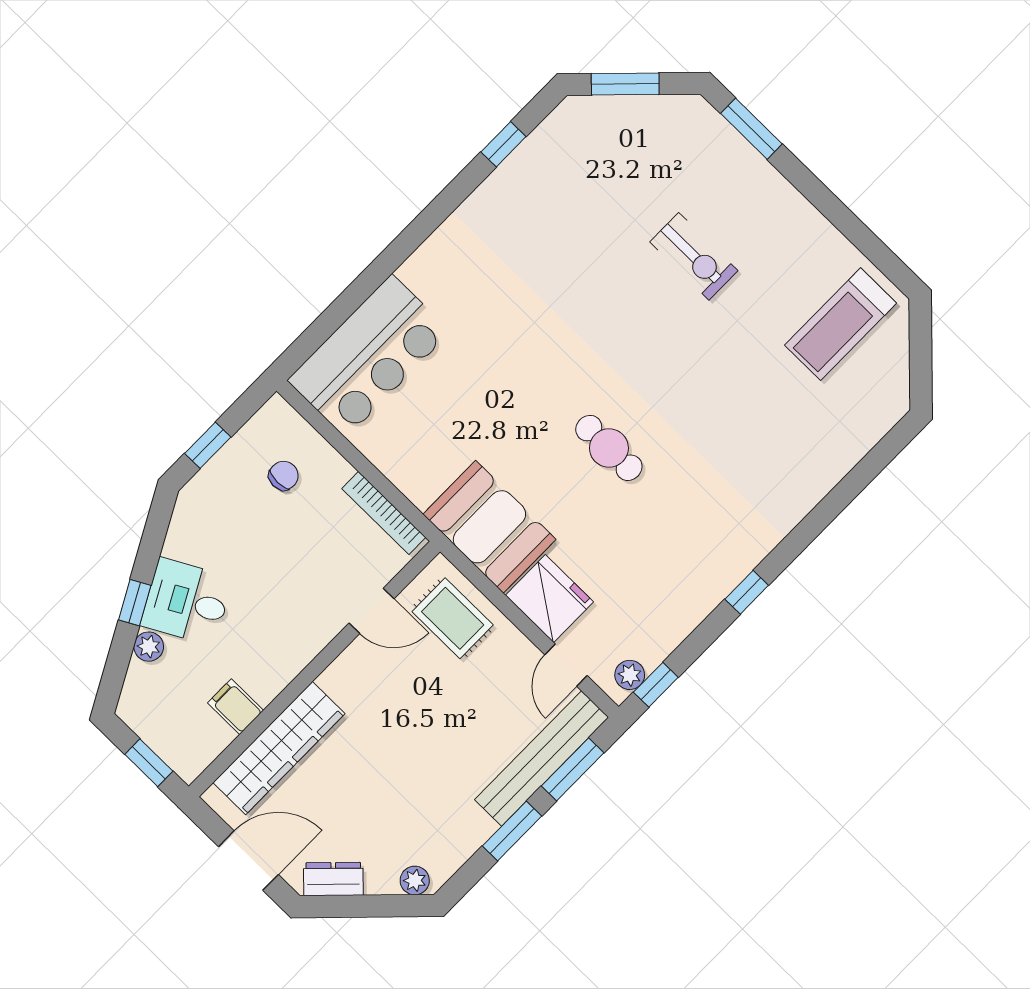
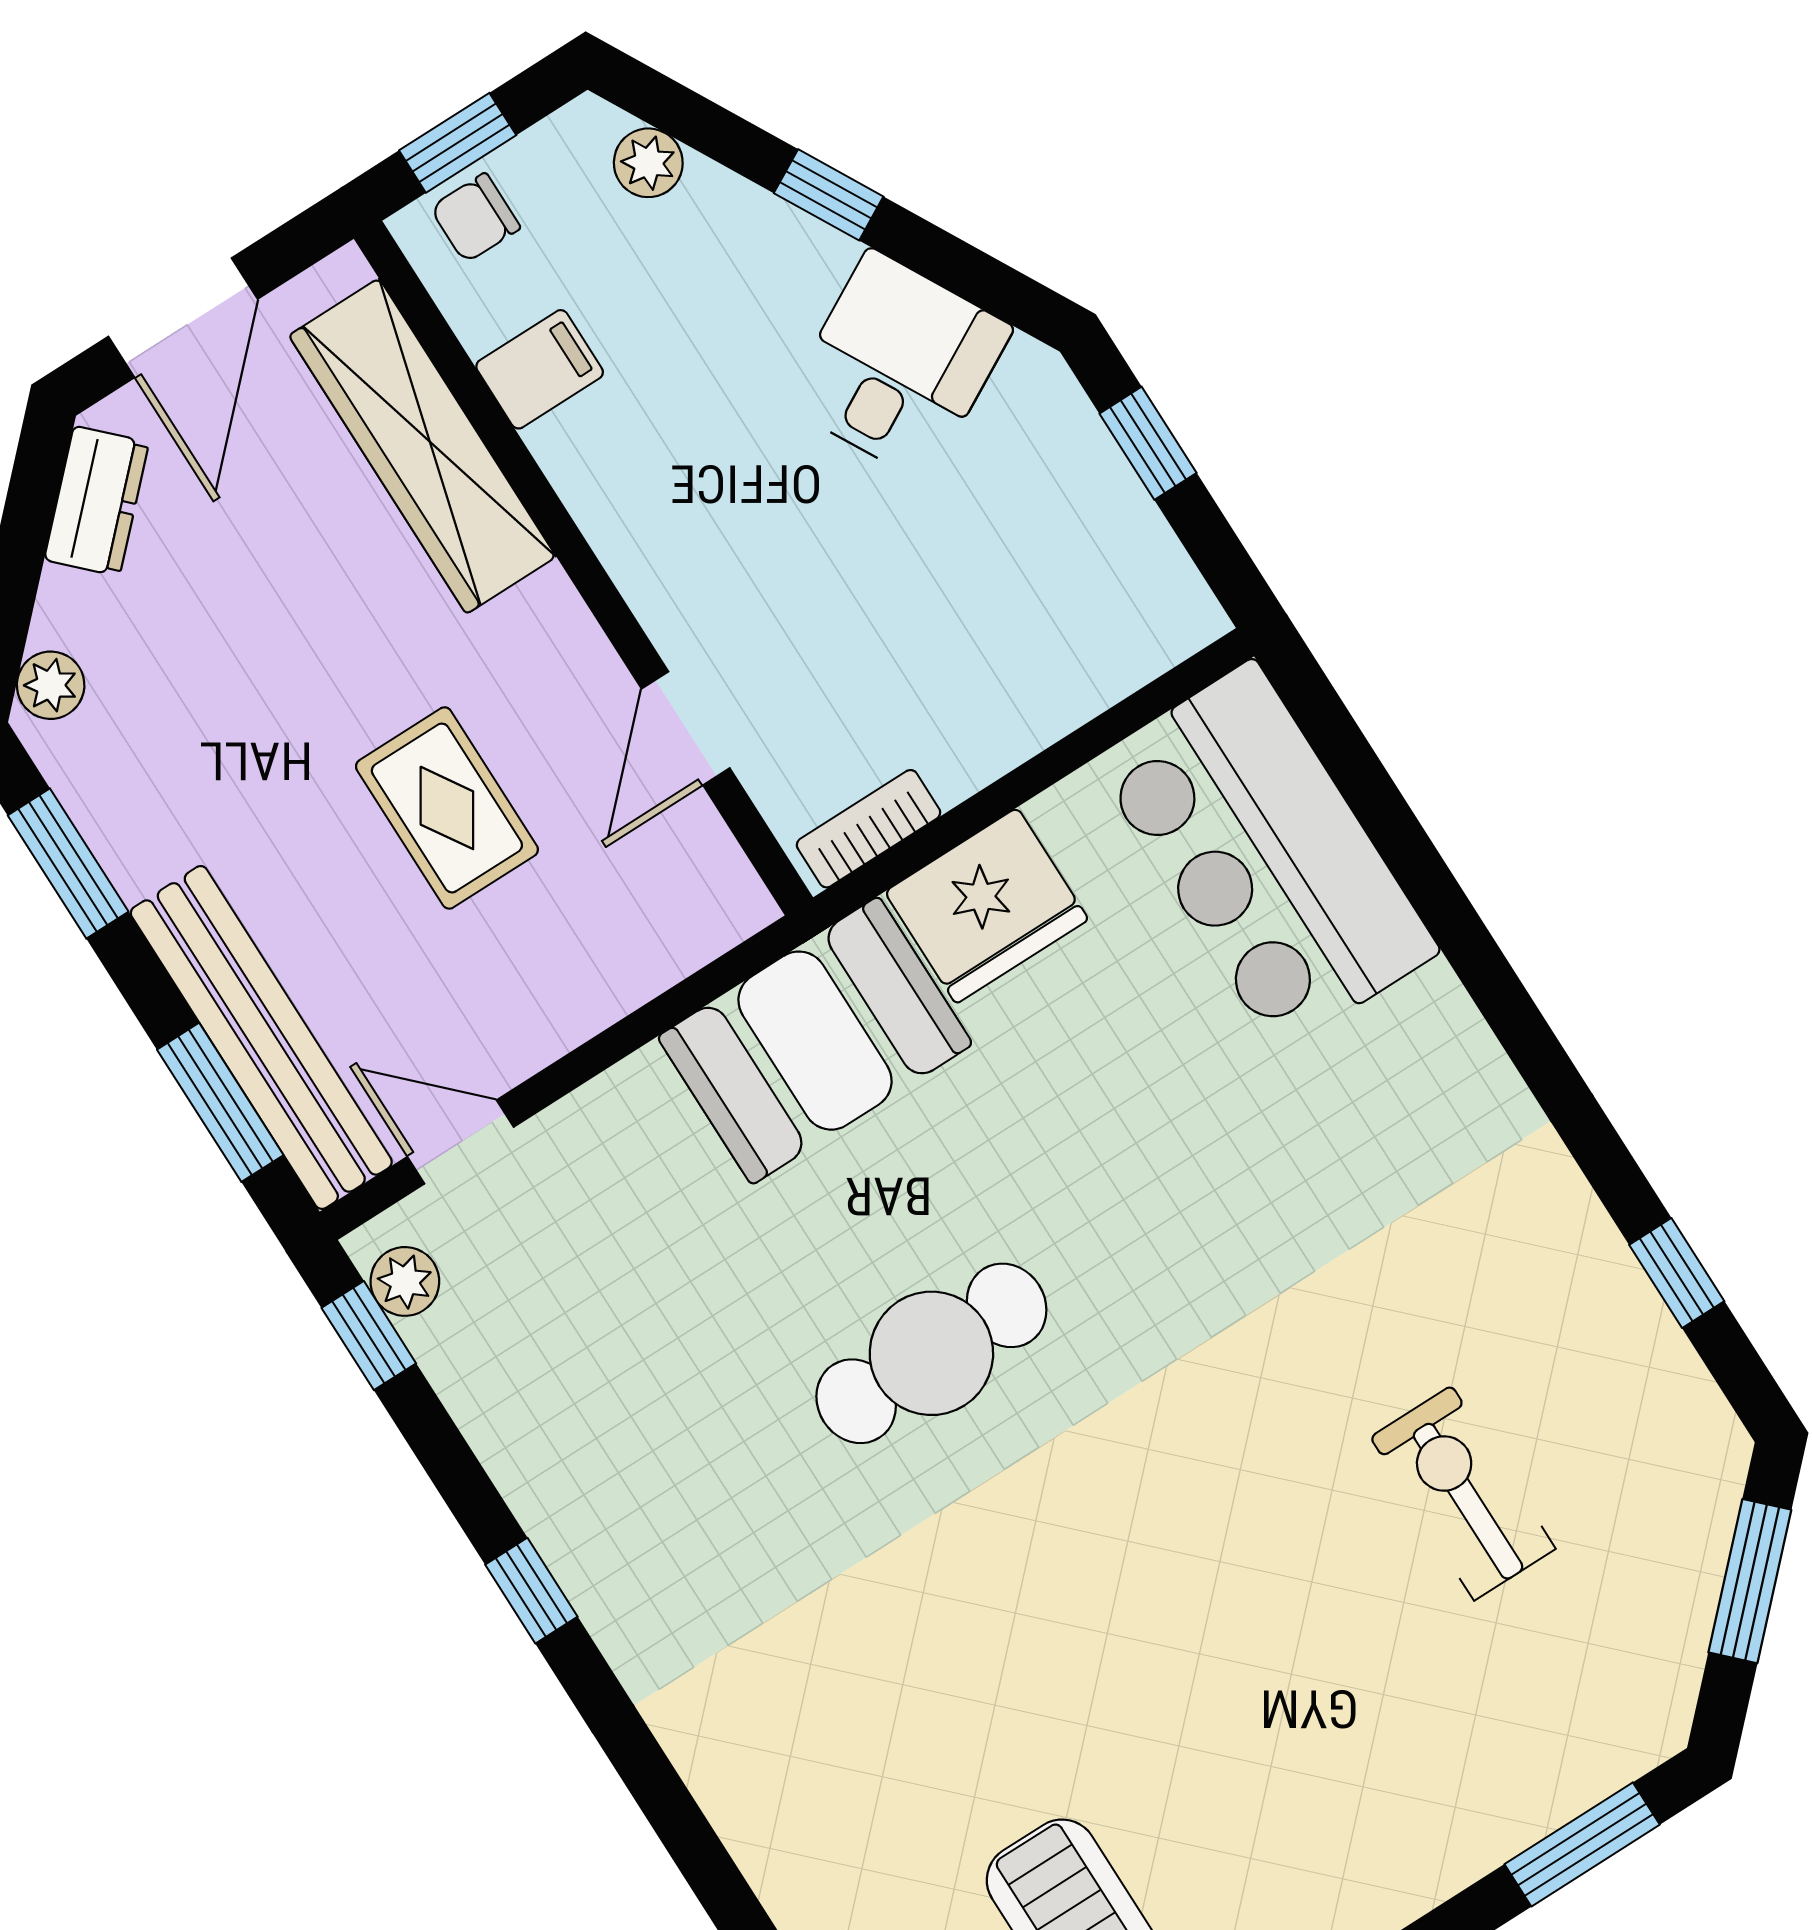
exercise bike: (694, 256) -> (1463, 1493), moved, turned 90
cafe table: (609, 448) -> (931, 1353), width x1.37, depth x1.35
chair: (284, 476) -> (475, 218), moved, turned 90
bookcase: (384, 513) -> (869, 829), width x0.64
fridge: (549, 599) -> (987, 906), moved
desk: (187, 602) -> (898, 366), moved
rug: (453, 618) -> (447, 808), moved, turned 90
plant: (149, 647) -> (648, 163), moved
window: (512, 831) -> (68, 864), moved

